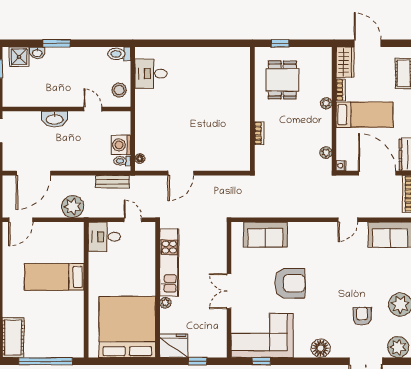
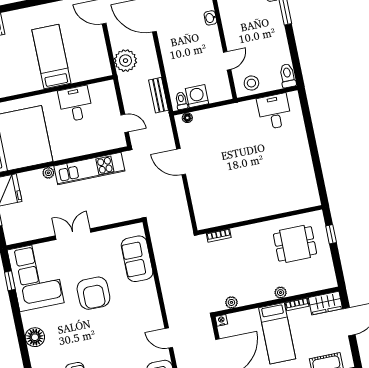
washbasin: (55, 119) -> (210, 18), width x0.52, depth x0.69
bookcase: (259, 133) -> (219, 235), moved
door: (133, 220) -> (125, 123), hinge flipped
desk: (104, 237) -> (75, 104), moved

